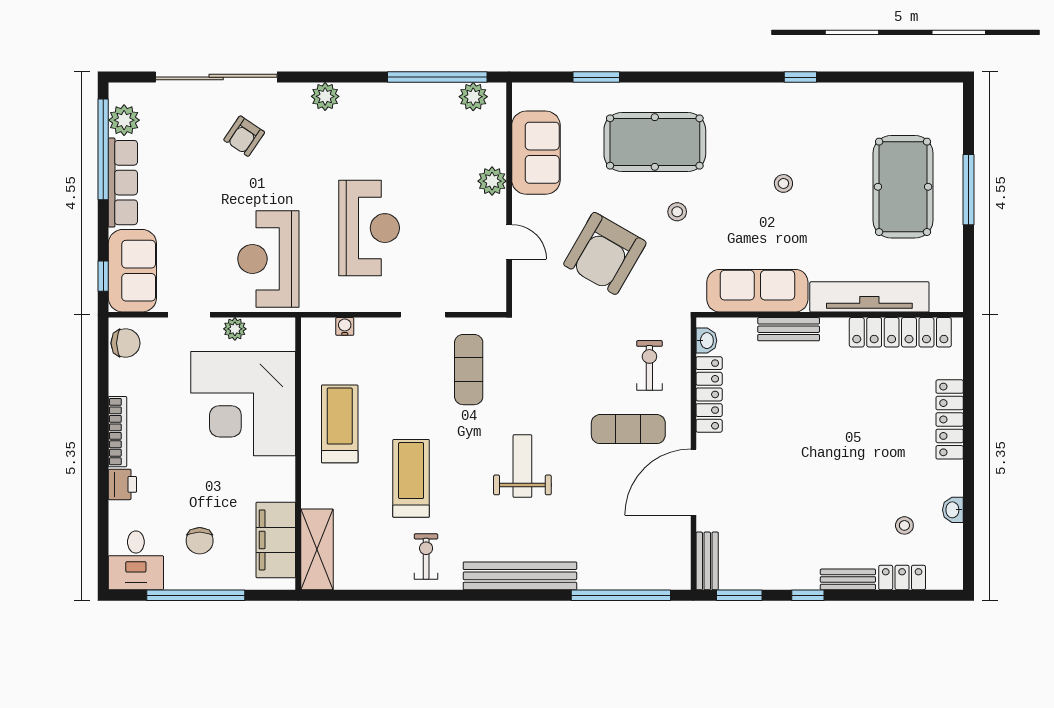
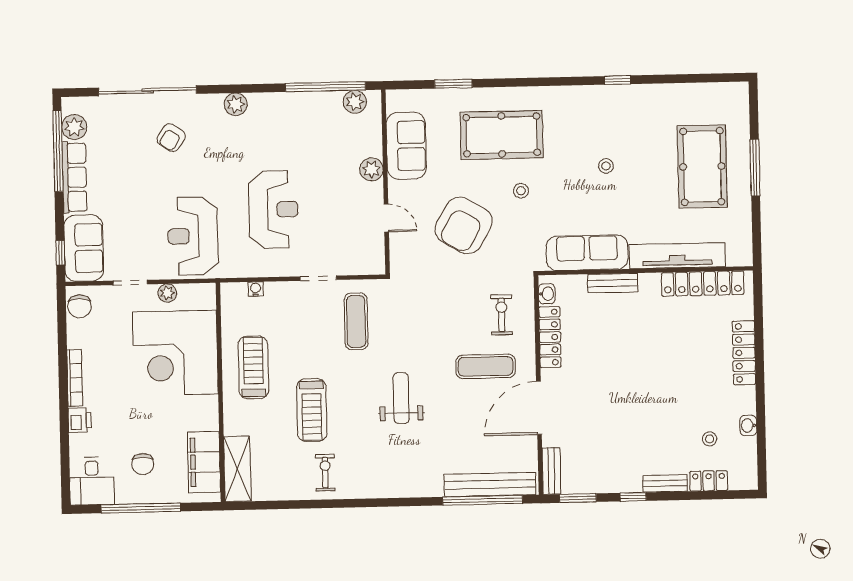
chair: (126, 343) -> (80, 306), turned 90
treadmill: (411, 478) -> (312, 410), turned 180
bench: (520, 576) -> (490, 484), moved

